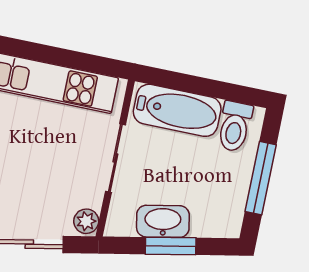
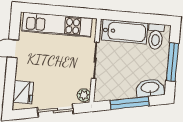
washbasin: (163, 221) -> (150, 88), moved
window: (171, 246) -> (129, 103), width x1.44

